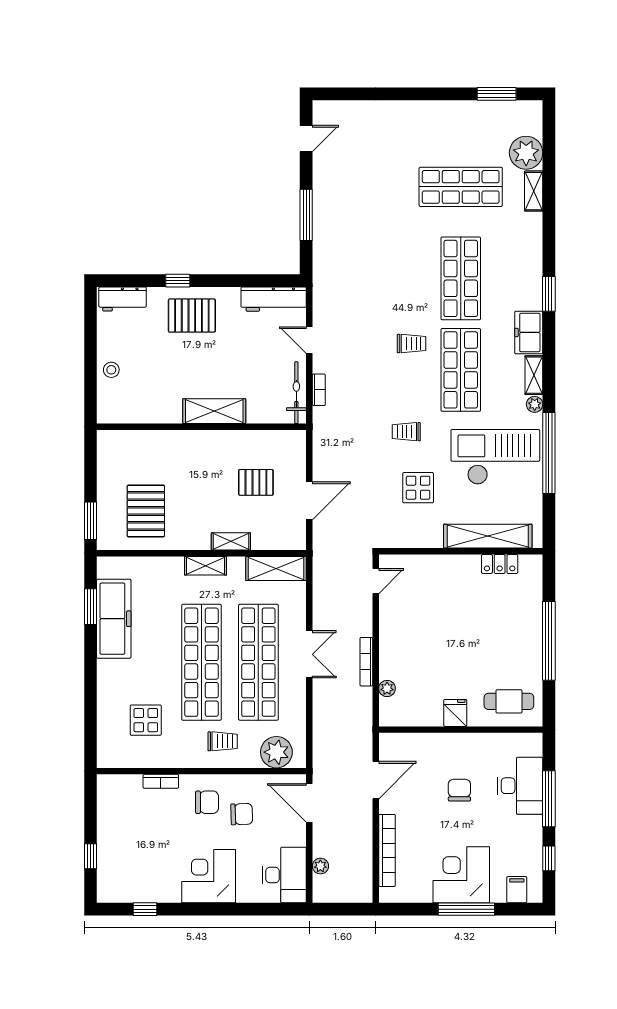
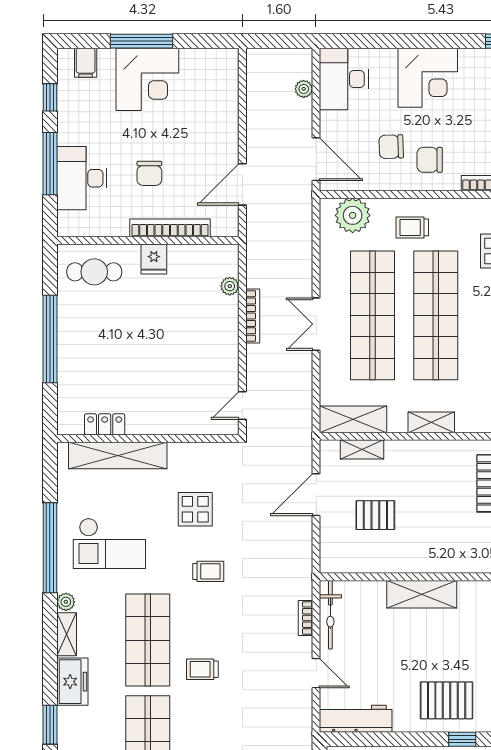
checkout: (495, 457) -> (109, 543), width x0.73, depth x0.83
shelving: (231, 541) -> (362, 449), moved
bookcase: (387, 850) -> (170, 228), moved, turned 90

